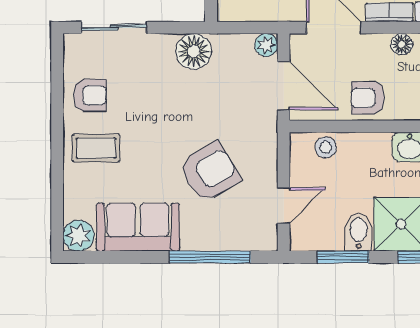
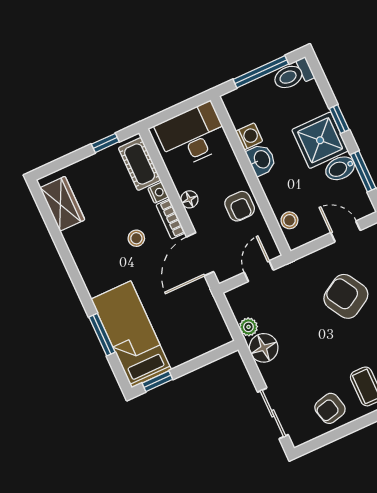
plant: (266, 45) -> (248, 327), moved
door: (284, 86) -> (259, 271), width x0.73
armchair: (90, 95) -> (330, 408), turned -104

